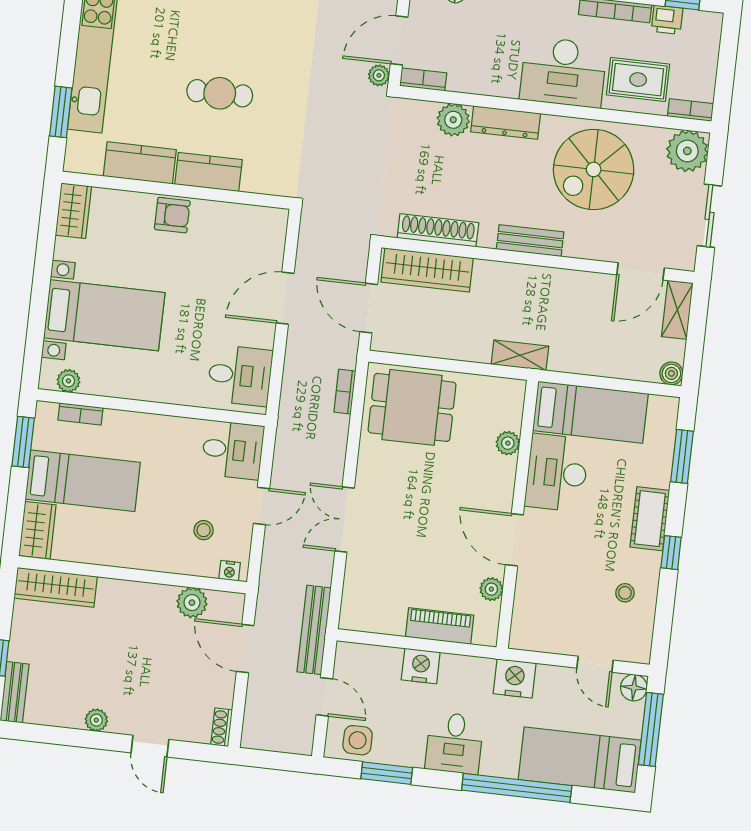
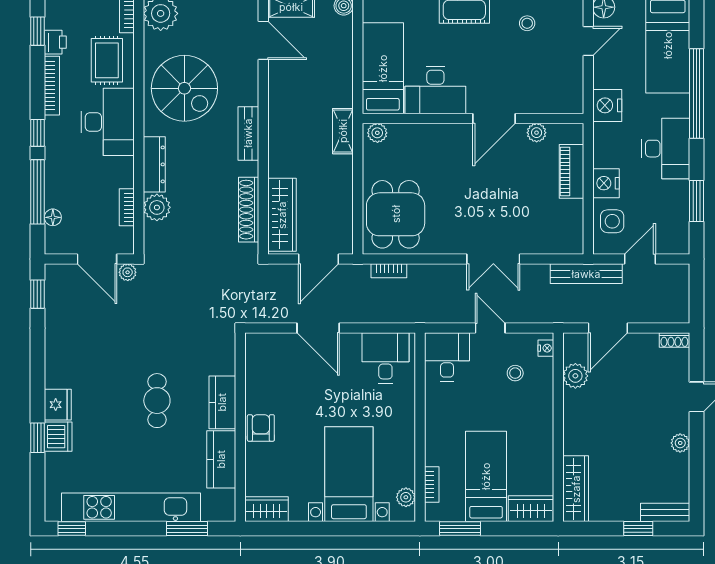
bookcase: (423, 79) -> (127, 207), moved
plant: (508, 443) -> (377, 133), moved
side table: (358, 740) -> (612, 221), moved
desk: (454, 743) -> (666, 149), width x1.37

